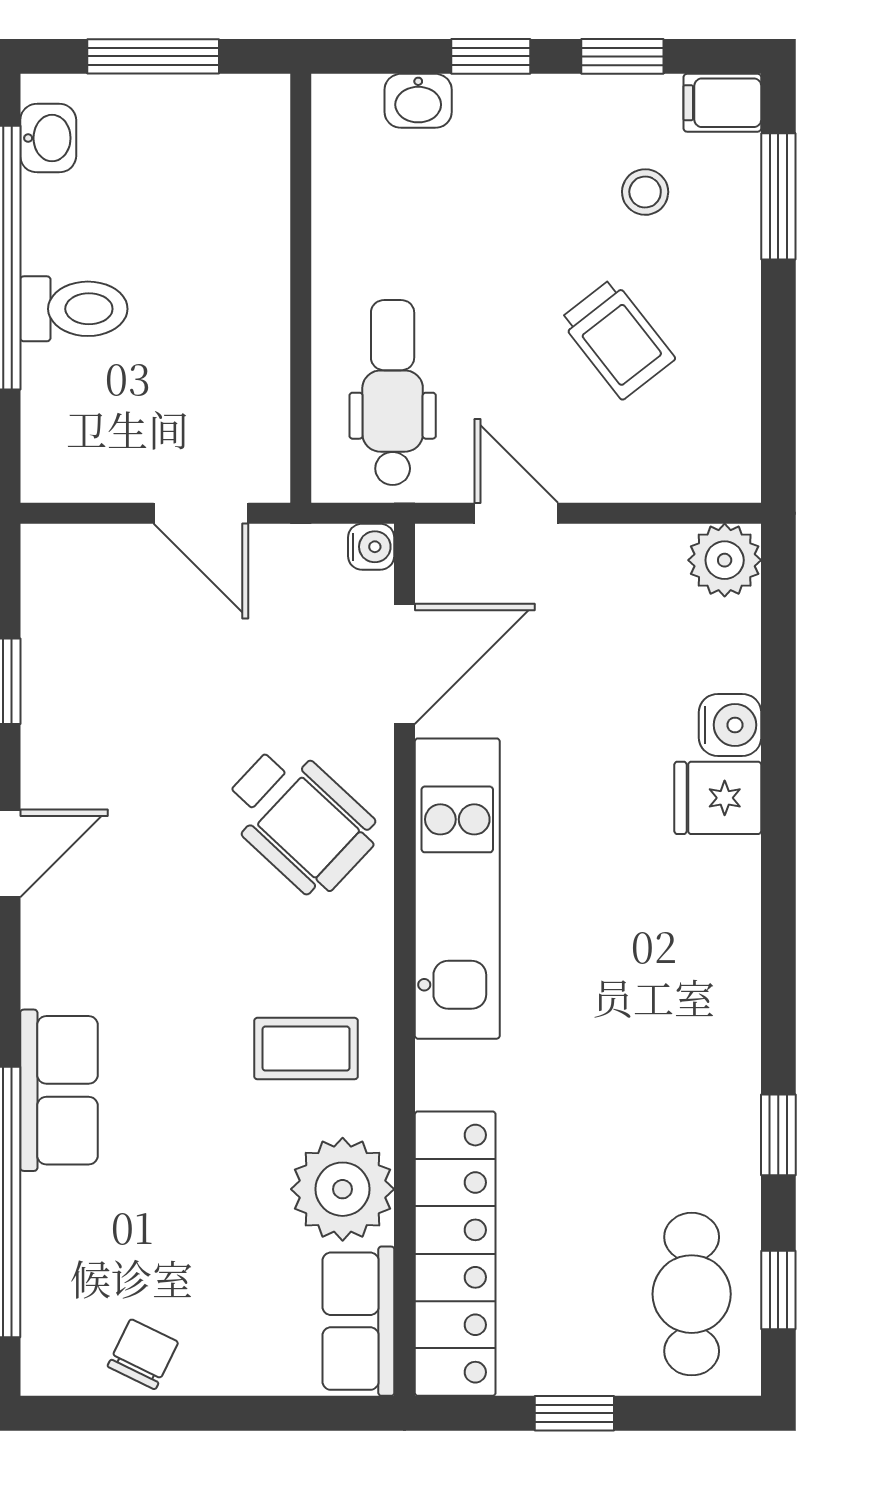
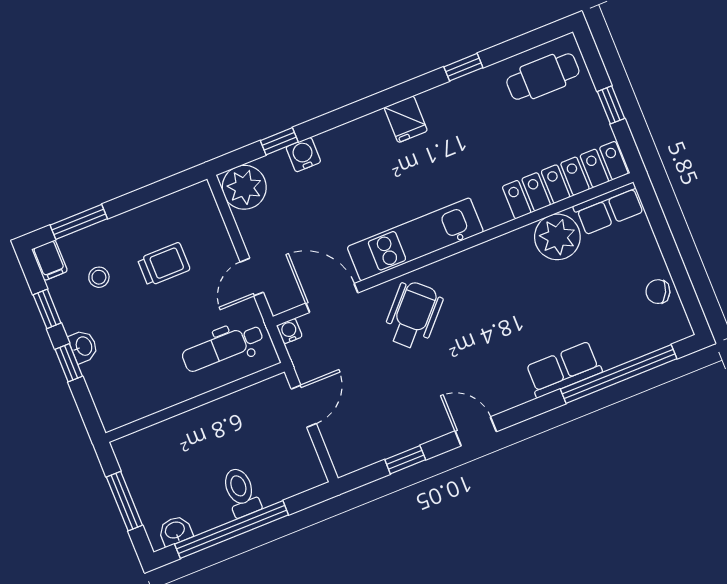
washbasin: (418, 101) -> (83, 346), moved
trolley: (617, 339) -> (164, 264), turned 38
plant: (725, 560) -> (244, 187), width x1.36, depth x1.36
fridge: (718, 798) -> (406, 119), moved
coffee table: (306, 1049) -> (506, 275), removed
window: (778, 1290) -> (279, 141), moved

